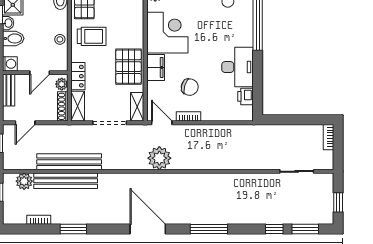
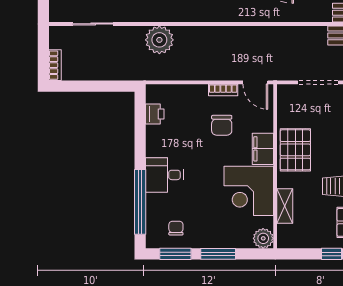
desk: (237, 67) -> (164, 175), moved, width x0.73
chair: (190, 87) -> (222, 125), turned -107
shelving: (137, 107) -> (285, 206), moved
plant: (159, 158) -> (159, 40), moved

